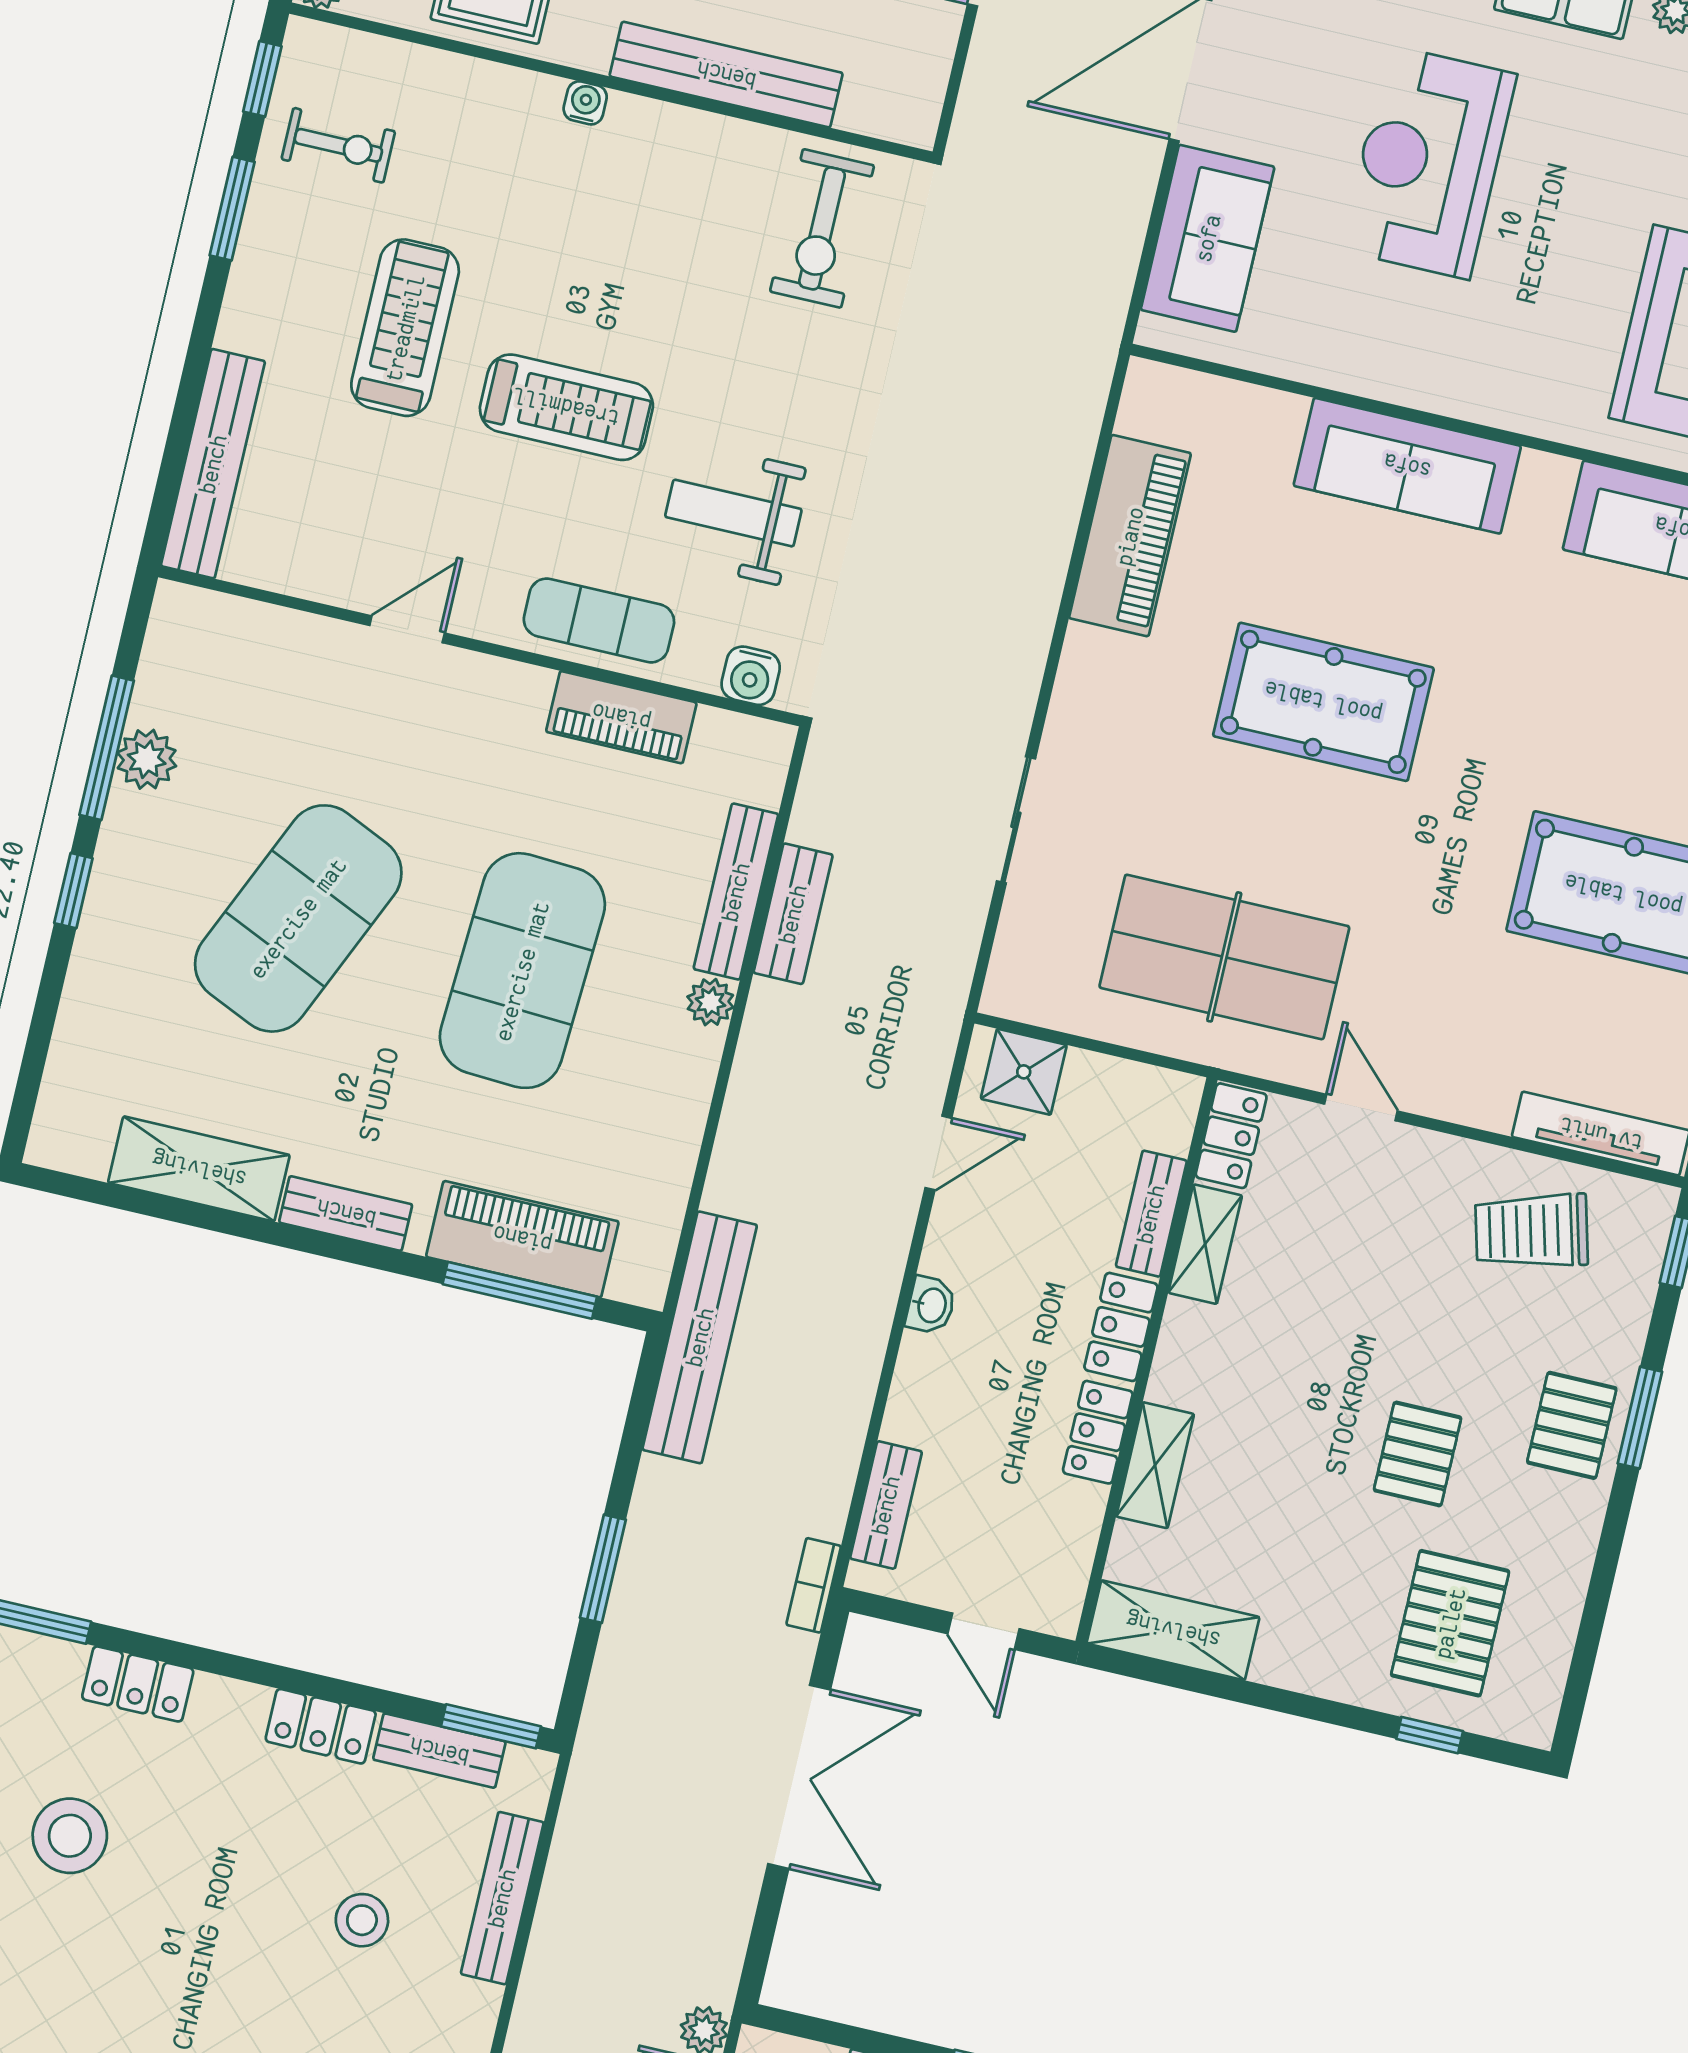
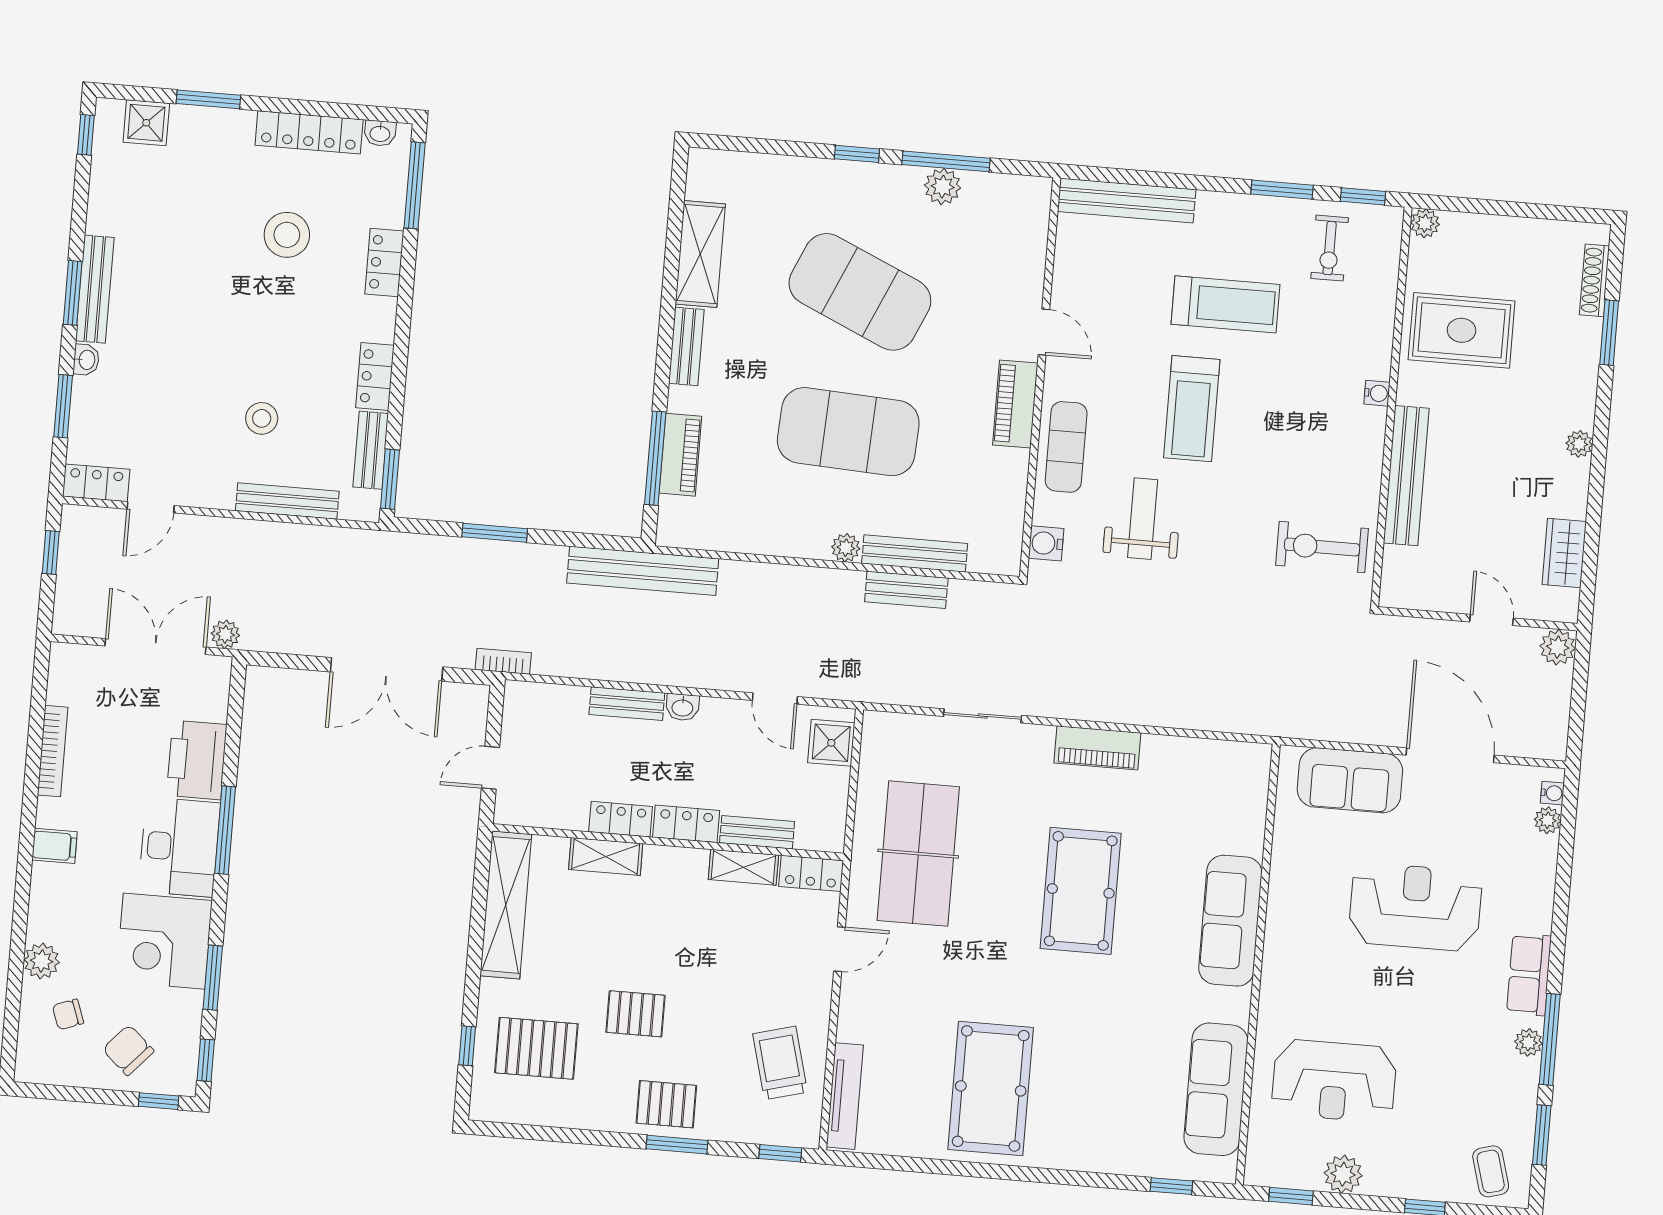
piano: (1130, 536) -> (1097, 748), moved, width x0.73, depth x0.75
piano: (621, 717) -> (1015, 404), moved
piano: (522, 1239) -> (680, 455), width x0.73, depth x0.75
bench: (886, 1505) -> (627, 704), moved
shelving: (1173, 1630) -> (506, 905), width x1.47

